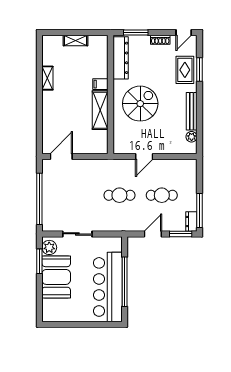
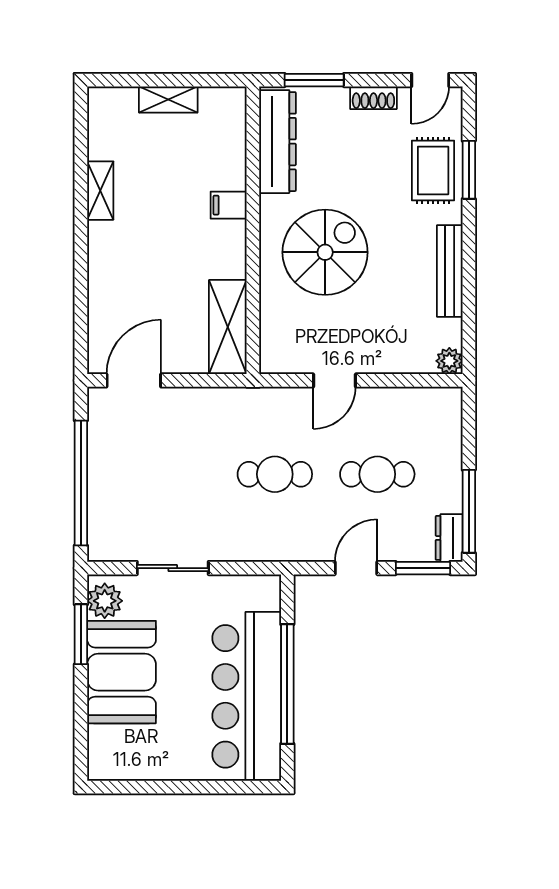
shelving: (100, 110) -> (228, 327), moved
plant: (192, 137) -> (449, 361), moved

